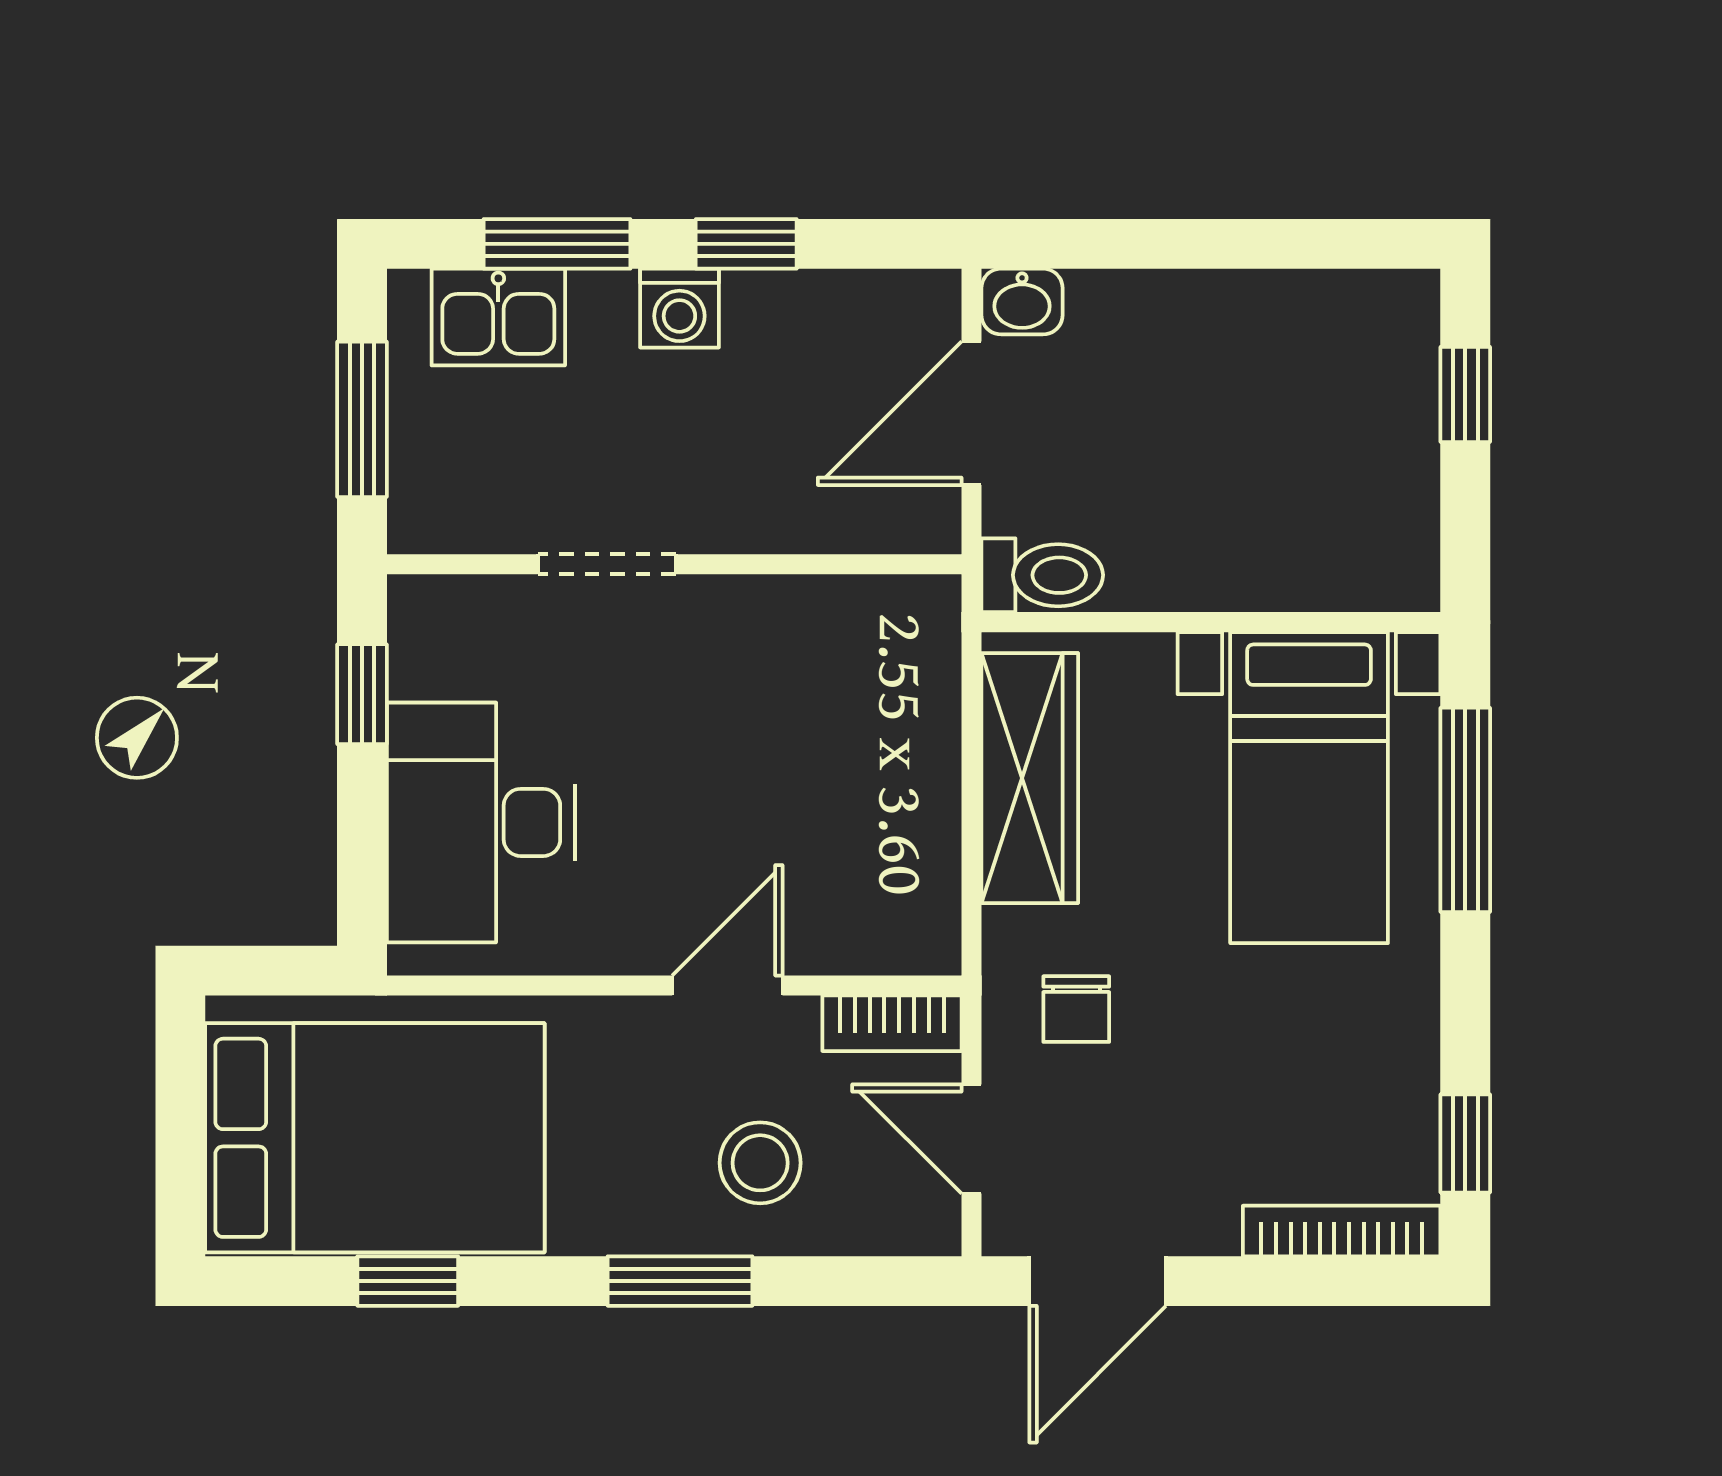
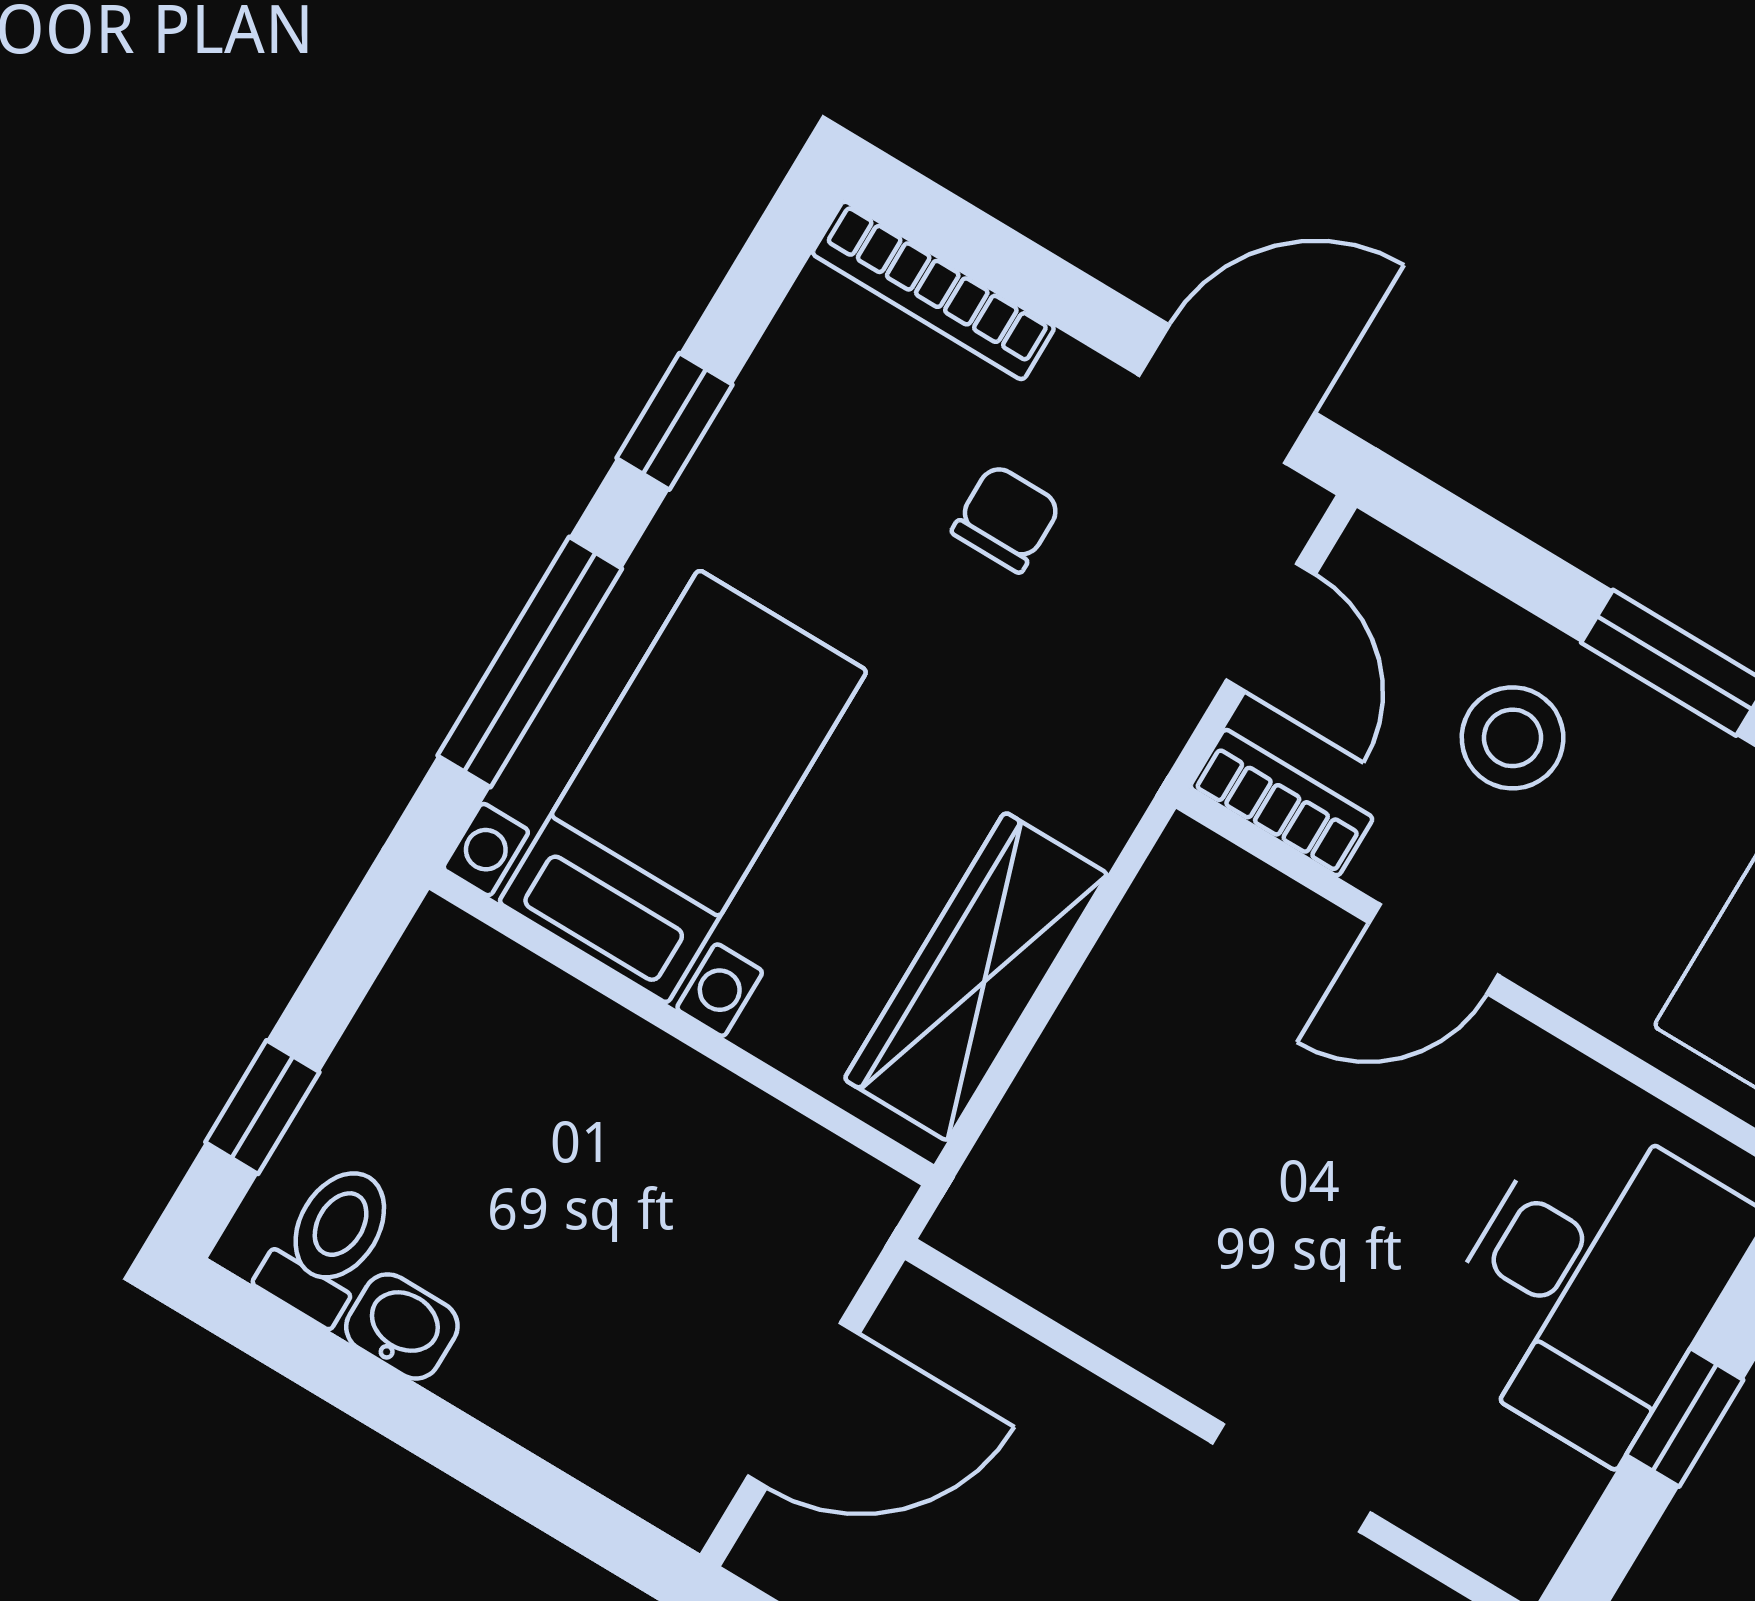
washbasin: (1022, 302) -> (402, 1326), moved
toilet: (1042, 575) -> (330, 1242), moved, turned 90
window: (362, 694) -> (1685, 1417), moved
chair: (1076, 1009) -> (1006, 518), moved
window: (1465, 1143) -> (674, 421), moved

